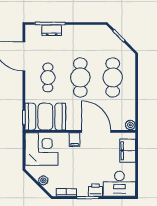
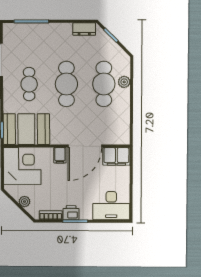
dresser: (52, 30) -> (84, 29), moved
plant: (130, 125) -> (124, 82), moved
door: (96, 131) -> (85, 146), swing flipped
filing cabinet: (128, 151) -> (116, 156), moved, turned -90
printer: (95, 190) -> (71, 213), moved

